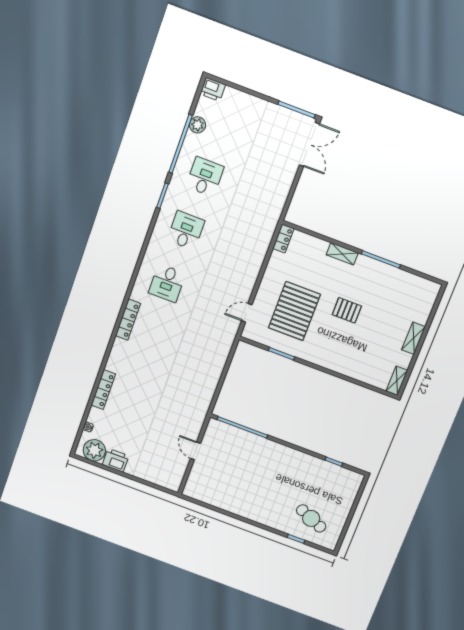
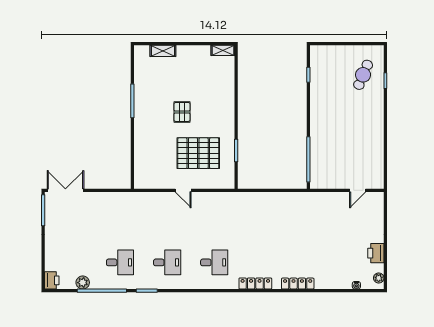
desk: (205, 177) -> (120, 262), turned 180
desk: (186, 230) -> (167, 262), turned 180
locker: (283, 239) -> (145, 183), removed
shelving: (342, 254) -> (139, 133), removed
door: (247, 313) -> (183, 190), moved
shelving: (413, 338) -> (163, 51), moved
locker: (103, 390) -> (298, 284), moved
plant: (94, 450) -> (379, 278), width x0.53, depth x0.53
door: (195, 451) -> (358, 190), moved

